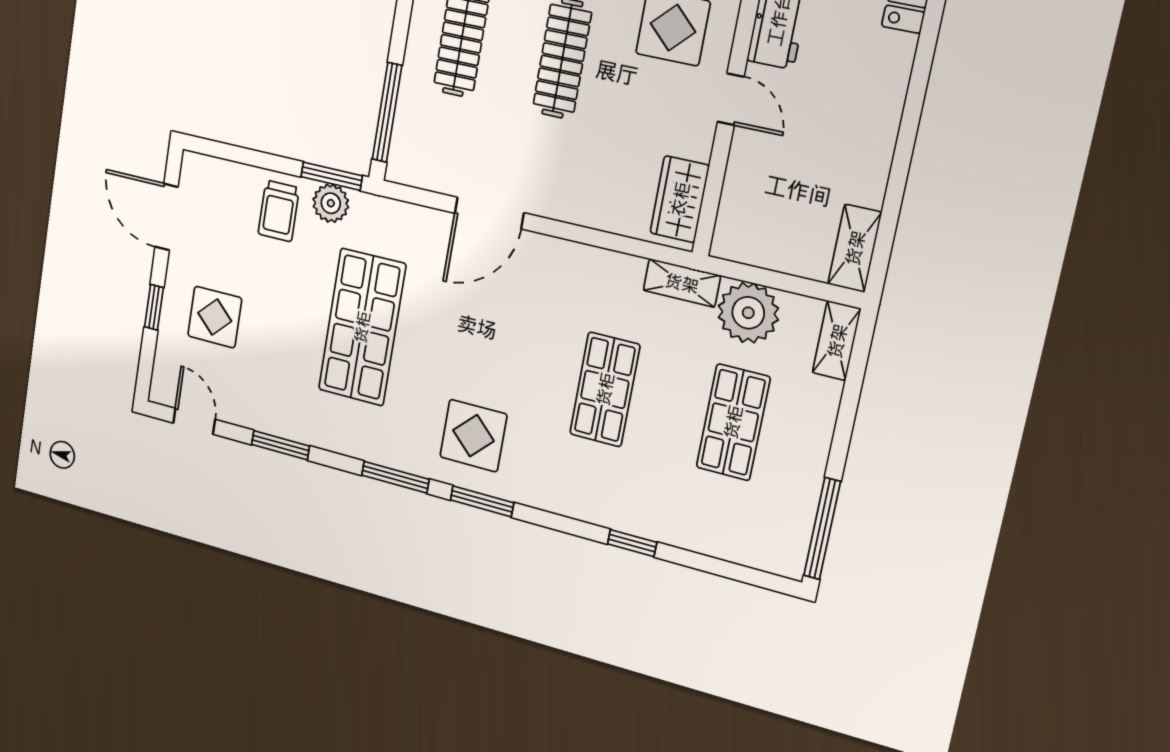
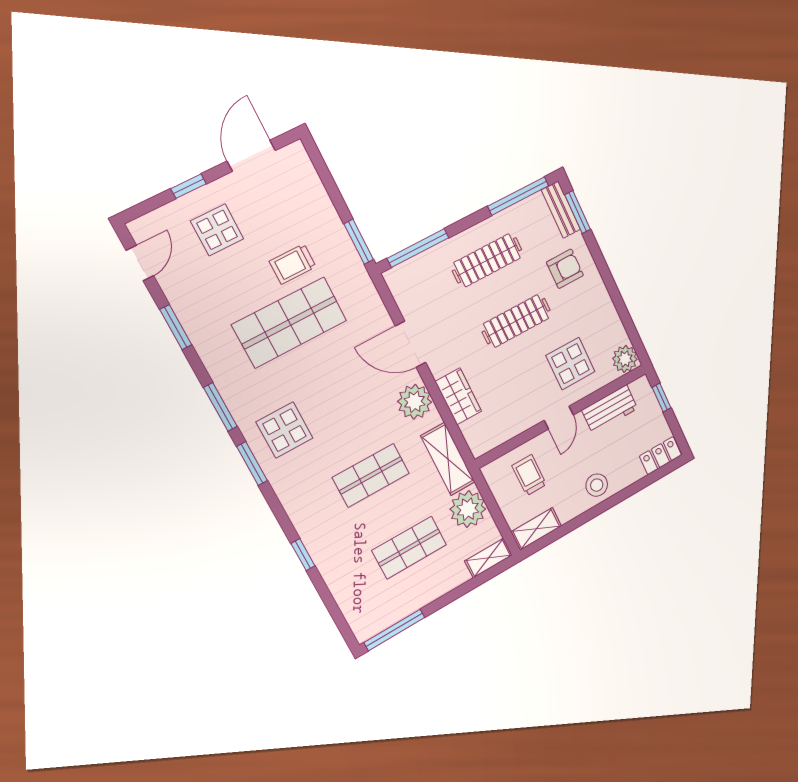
stool: (869, 119) -> (597, 485), added
wardrobe: (680, 199) -> (458, 396), moved, turned 90
trolley: (773, 199) -> (529, 475), added
plant: (331, 203) -> (415, 402), moved, width x1.36, depth x1.36
trolley: (279, 211) -> (293, 264), moved
shelving: (682, 283) -> (448, 459), width x1.50, depth x1.33

